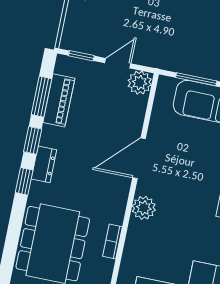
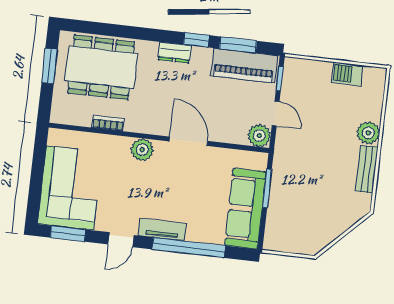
piano: (59, 100) -> (244, 66), width x1.37, depth x1.33
window: (24, 181) -> (157, 35), removed

